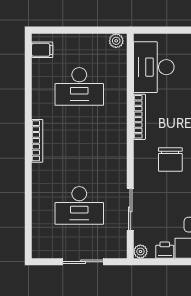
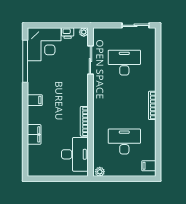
chair: (170, 159) -> (64, 93), removed
sliding door: (83, 262) -> (136, 25), moved

